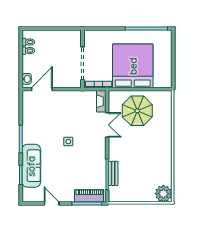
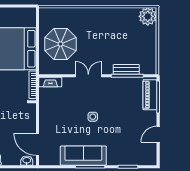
double door: (107, 125) -> (88, 76), moved
sofa: (31, 166) -> (83, 156), moved

